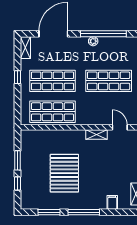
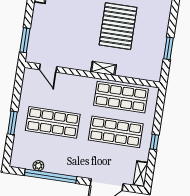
plant: (93, 41) -> (38, 166), moved
shelving: (97, 135) -> (103, 68), moved
window: (17, 183) -> (172, 23), removed

